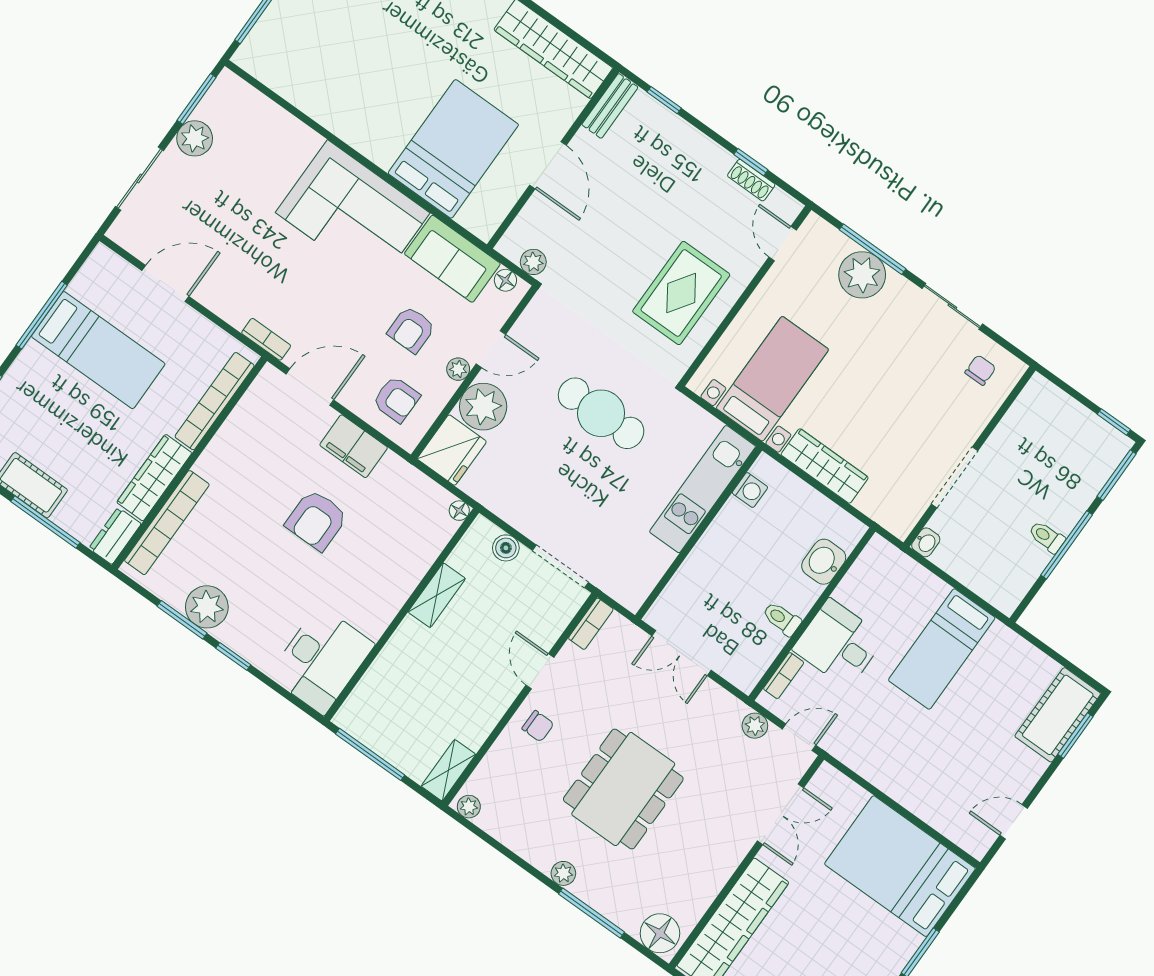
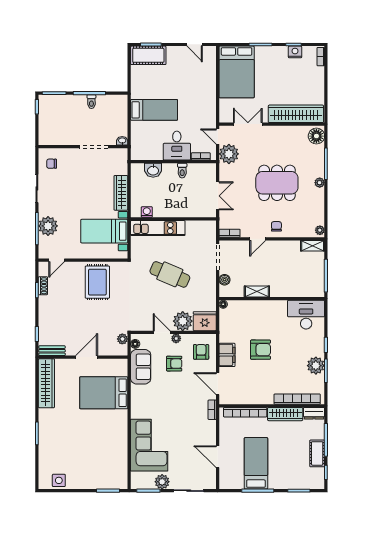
corner sofa: (353, 213) -> (149, 445), moved
rug: (681, 293) -> (97, 282), turned 90
cafe table: (601, 413) -> (170, 274), moved, turned -67
plant: (755, 726) -> (229, 154), width x1.87, depth x1.87

